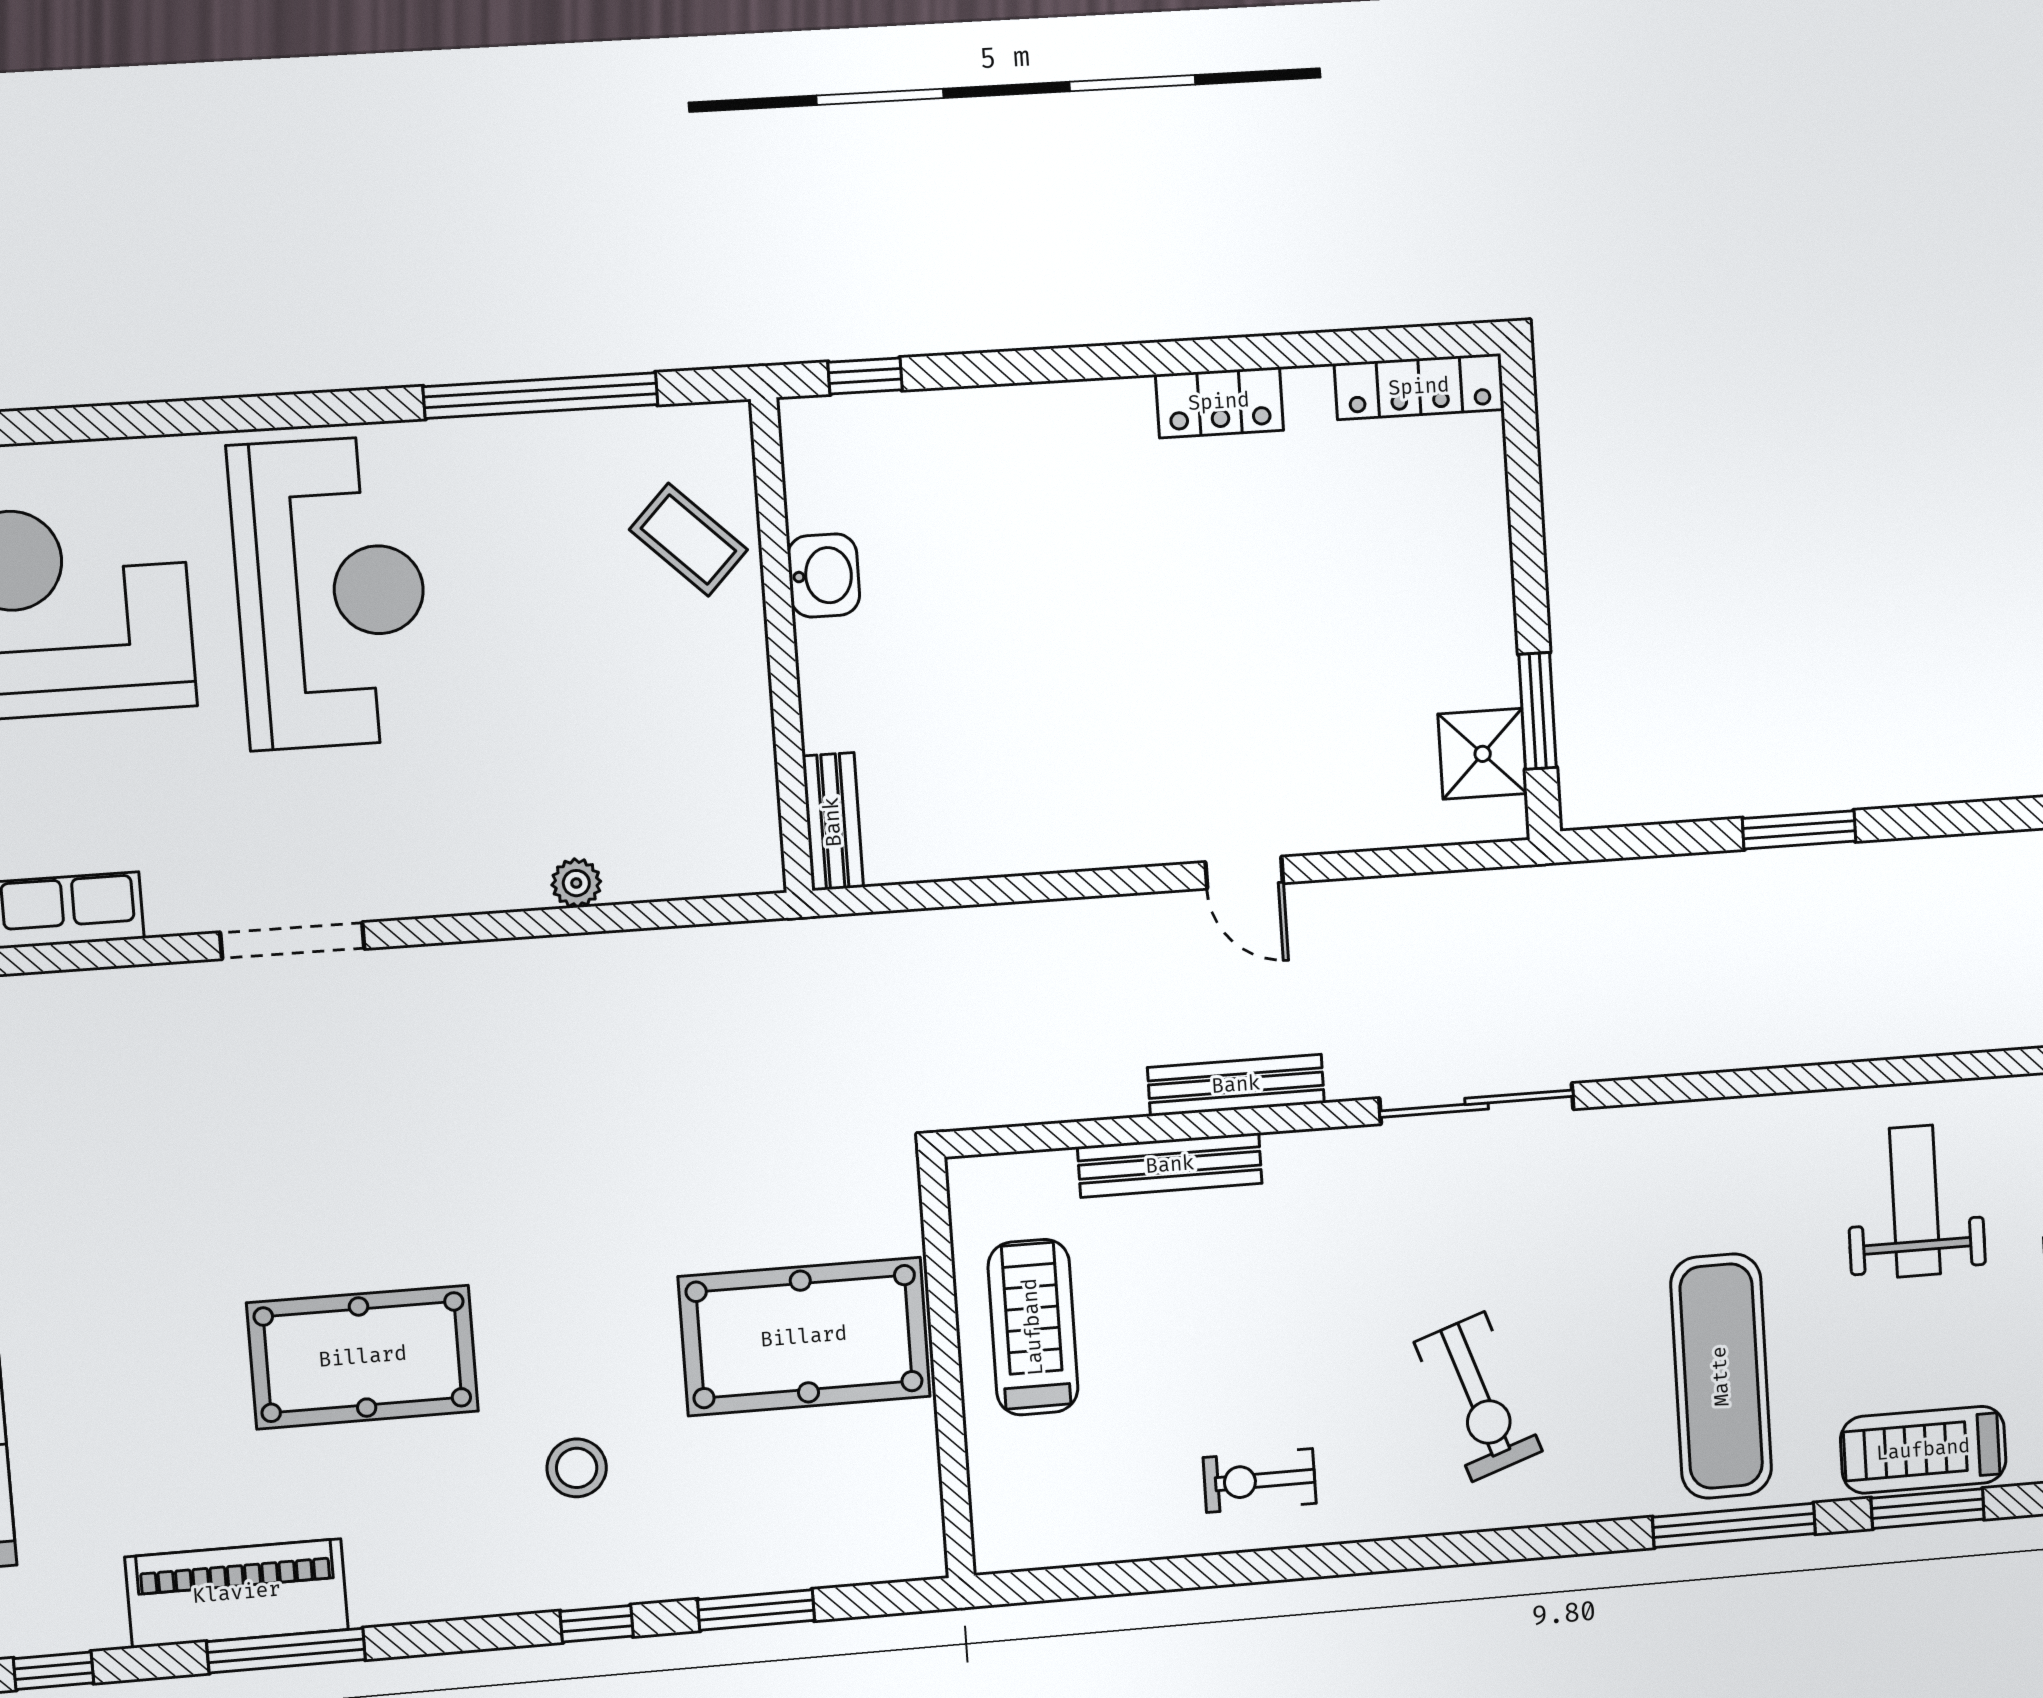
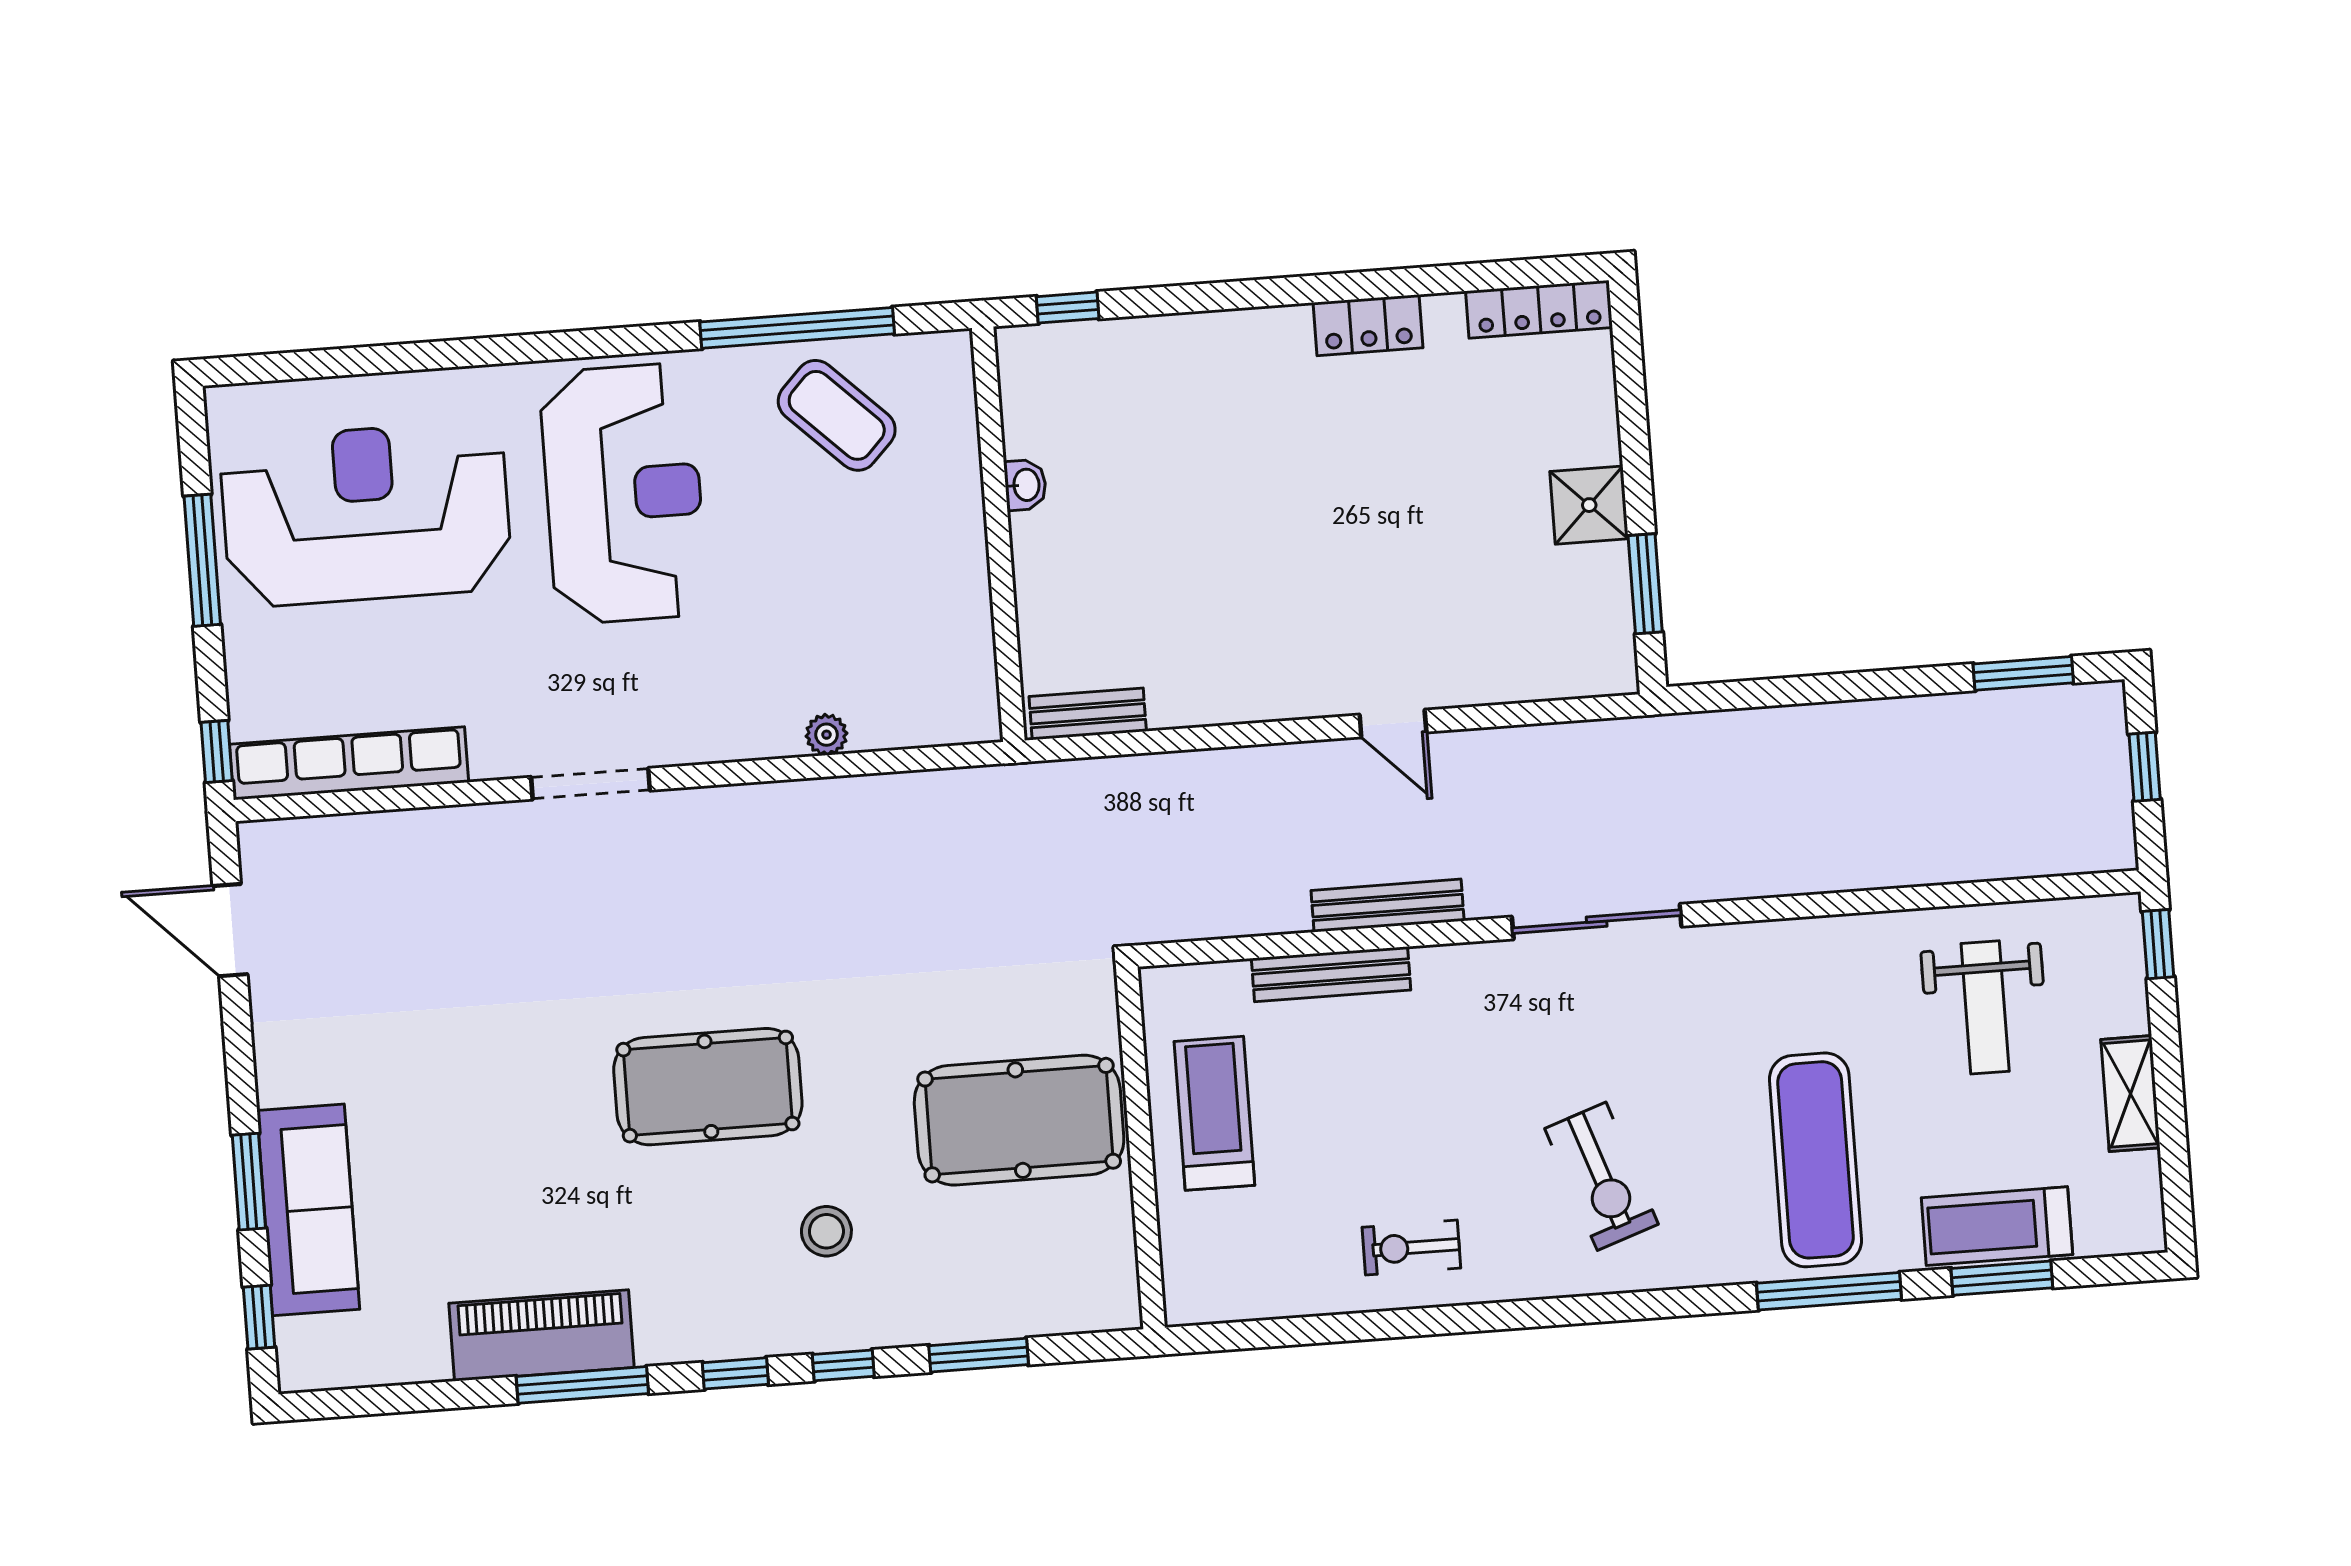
coffee table: (688, 540) -> (837, 415), moved, width x1.36, depth x1.30
washbasin: (824, 575) -> (1025, 485), width x0.72, depth x0.69
shower: (1483, 754) -> (1589, 505), moved
bench: (833, 822) -> (1088, 714), moved, turned 90
window: (1799, 830) -> (2023, 673), moved
weight bench: (1915, 1201) -> (1985, 1007), turned 180
pool table: (363, 1357) -> (708, 1087), moved
window: (54, 1671) -> (735, 1373), moved

